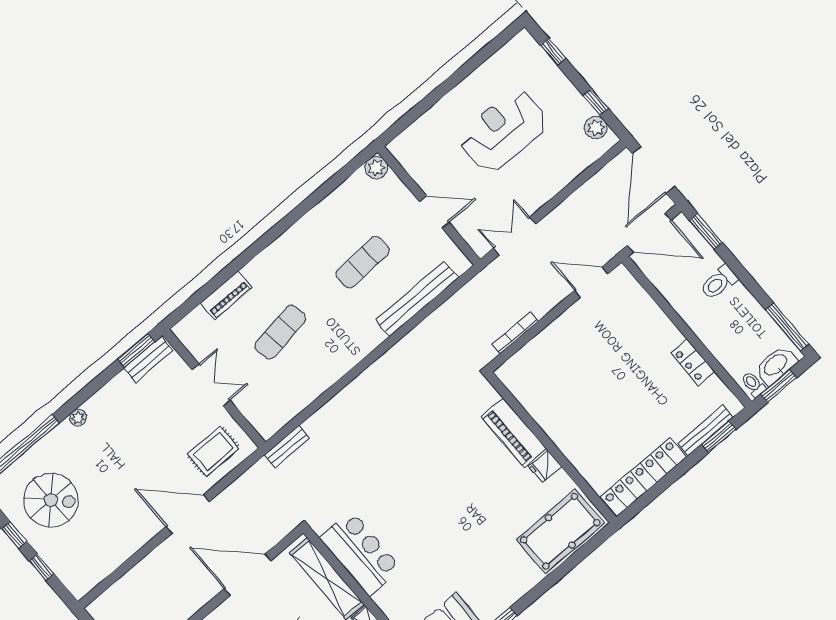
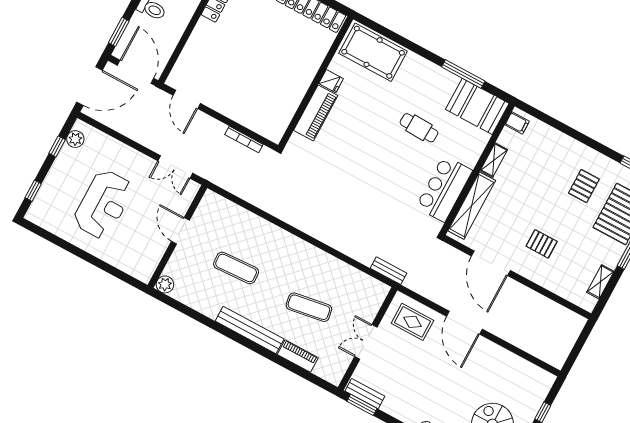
reception desk: (503, 131) -> (103, 204), turned -90
bench: (417, 299) -> (250, 330), moved
cafe table: (447, 551) -> (419, 128), added

